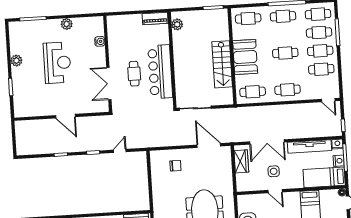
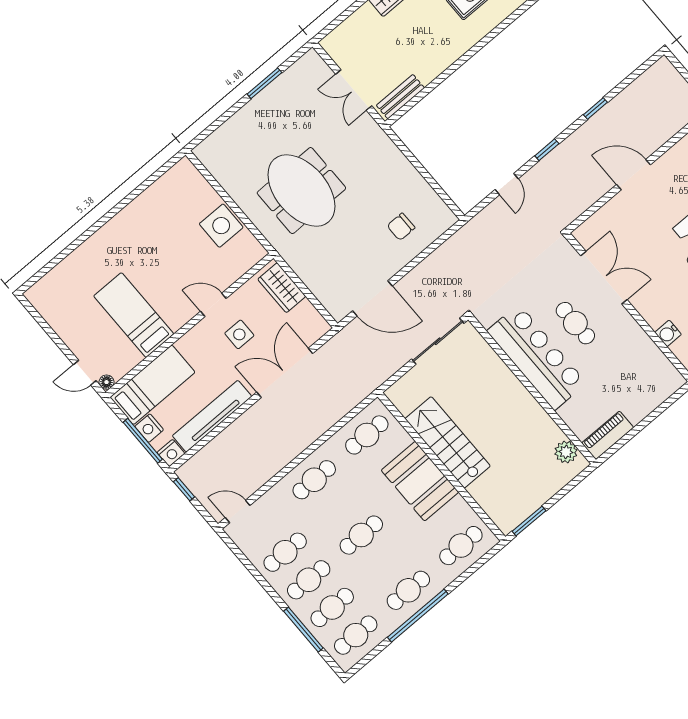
wardrobe: (241, 161) -> (282, 288), moved

